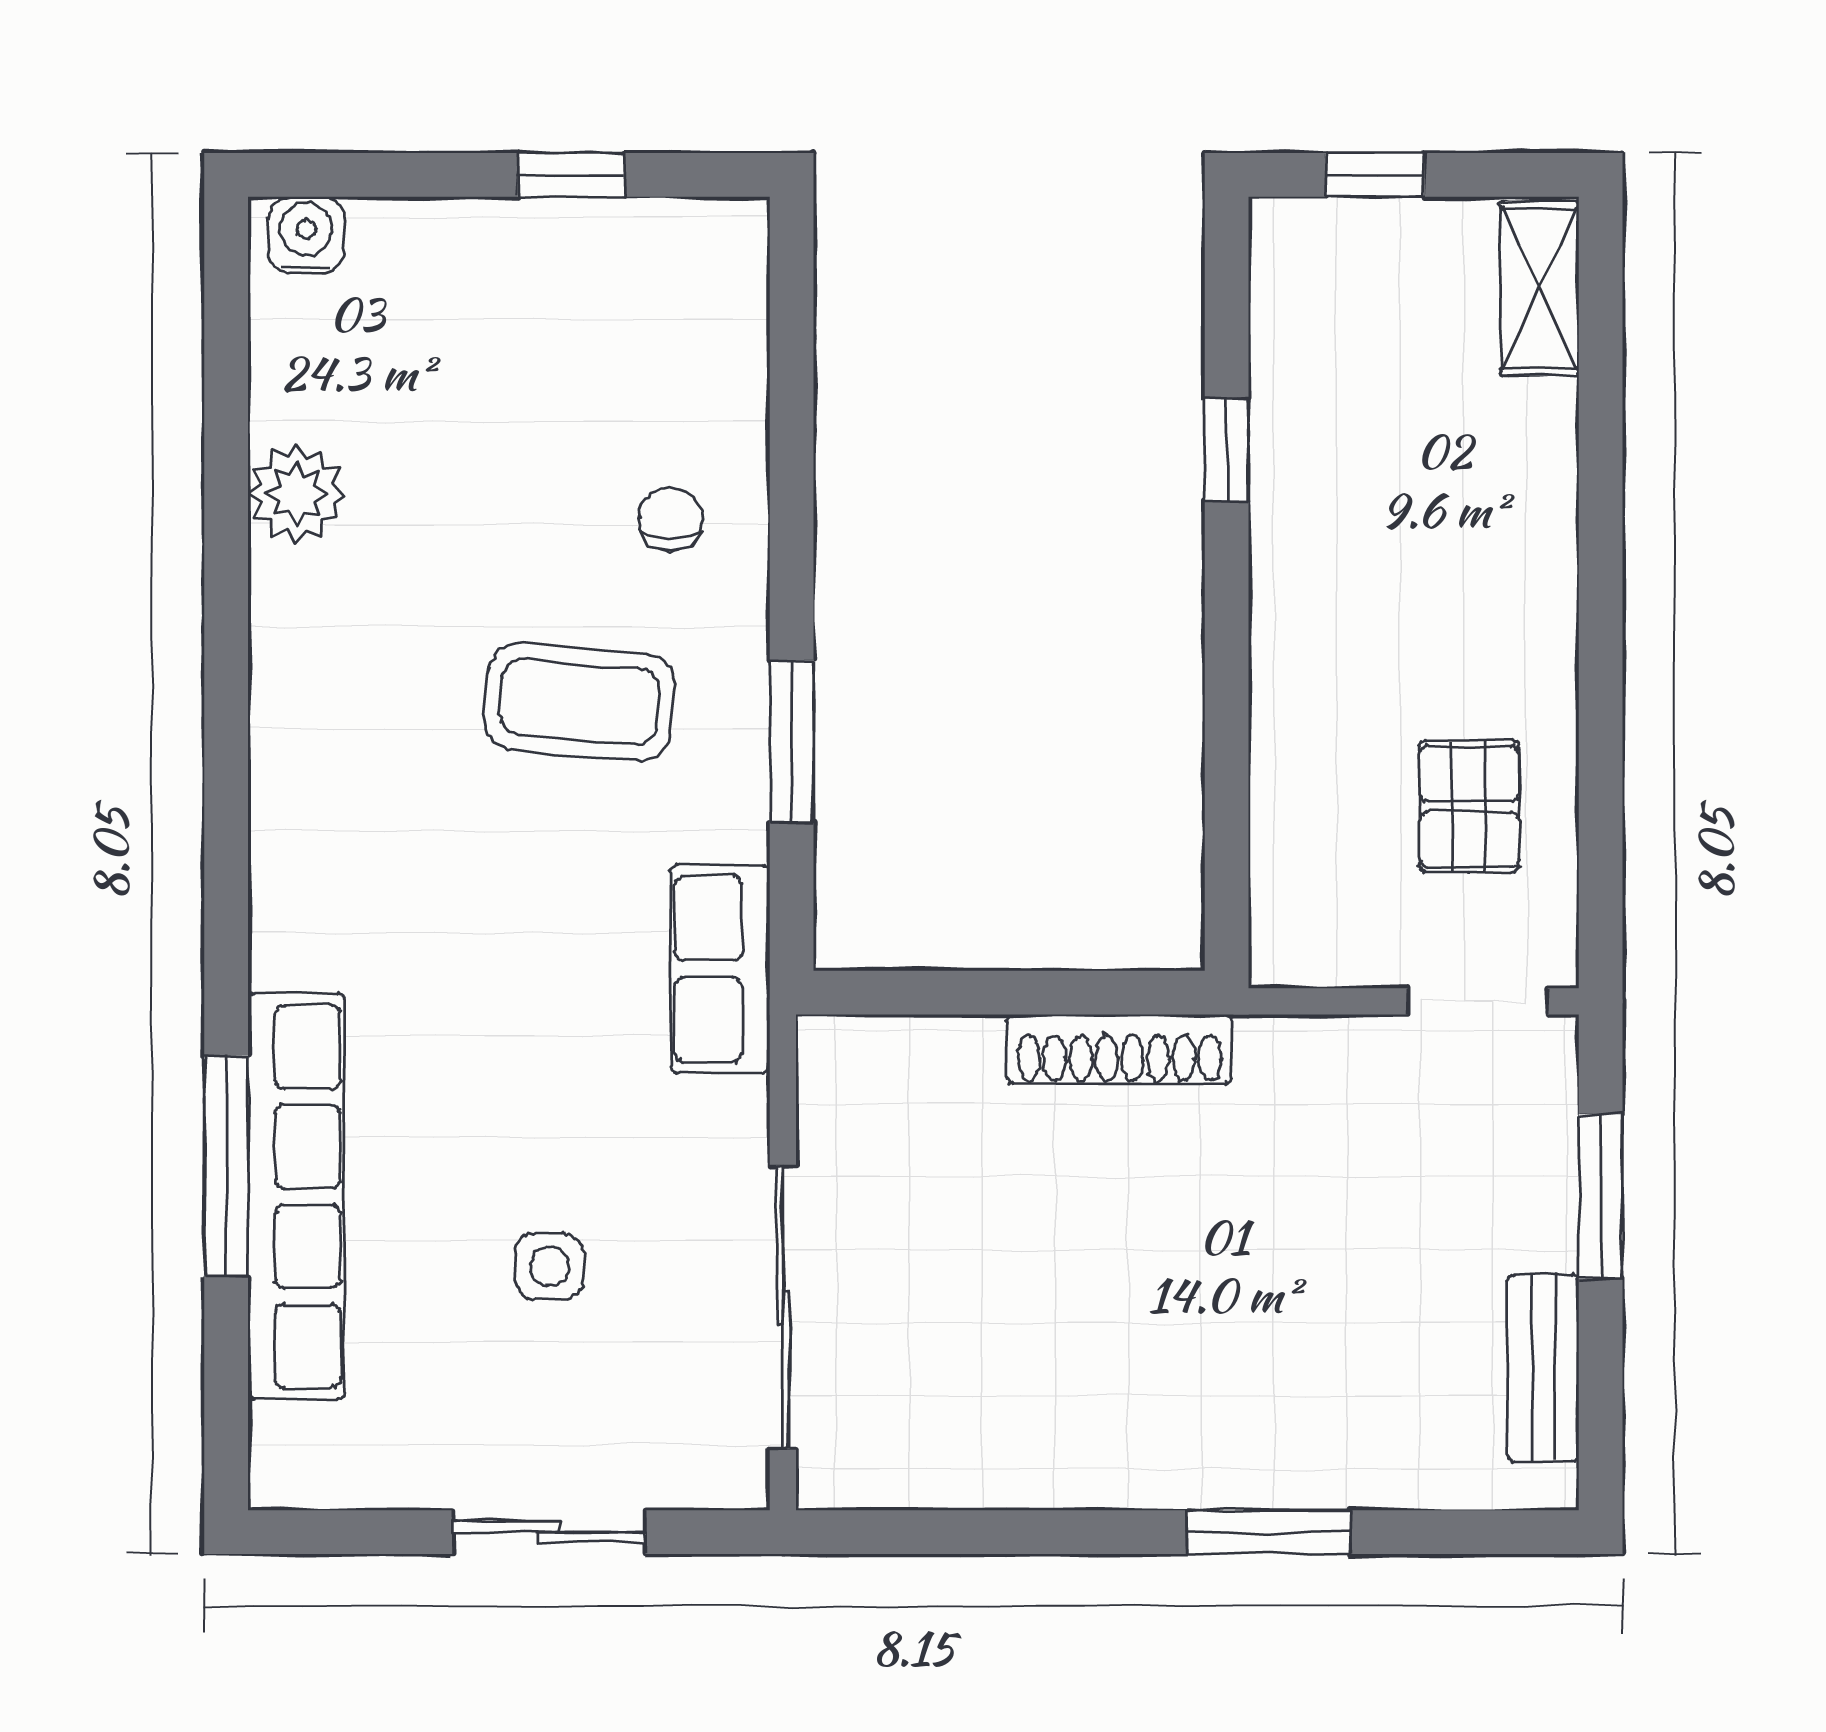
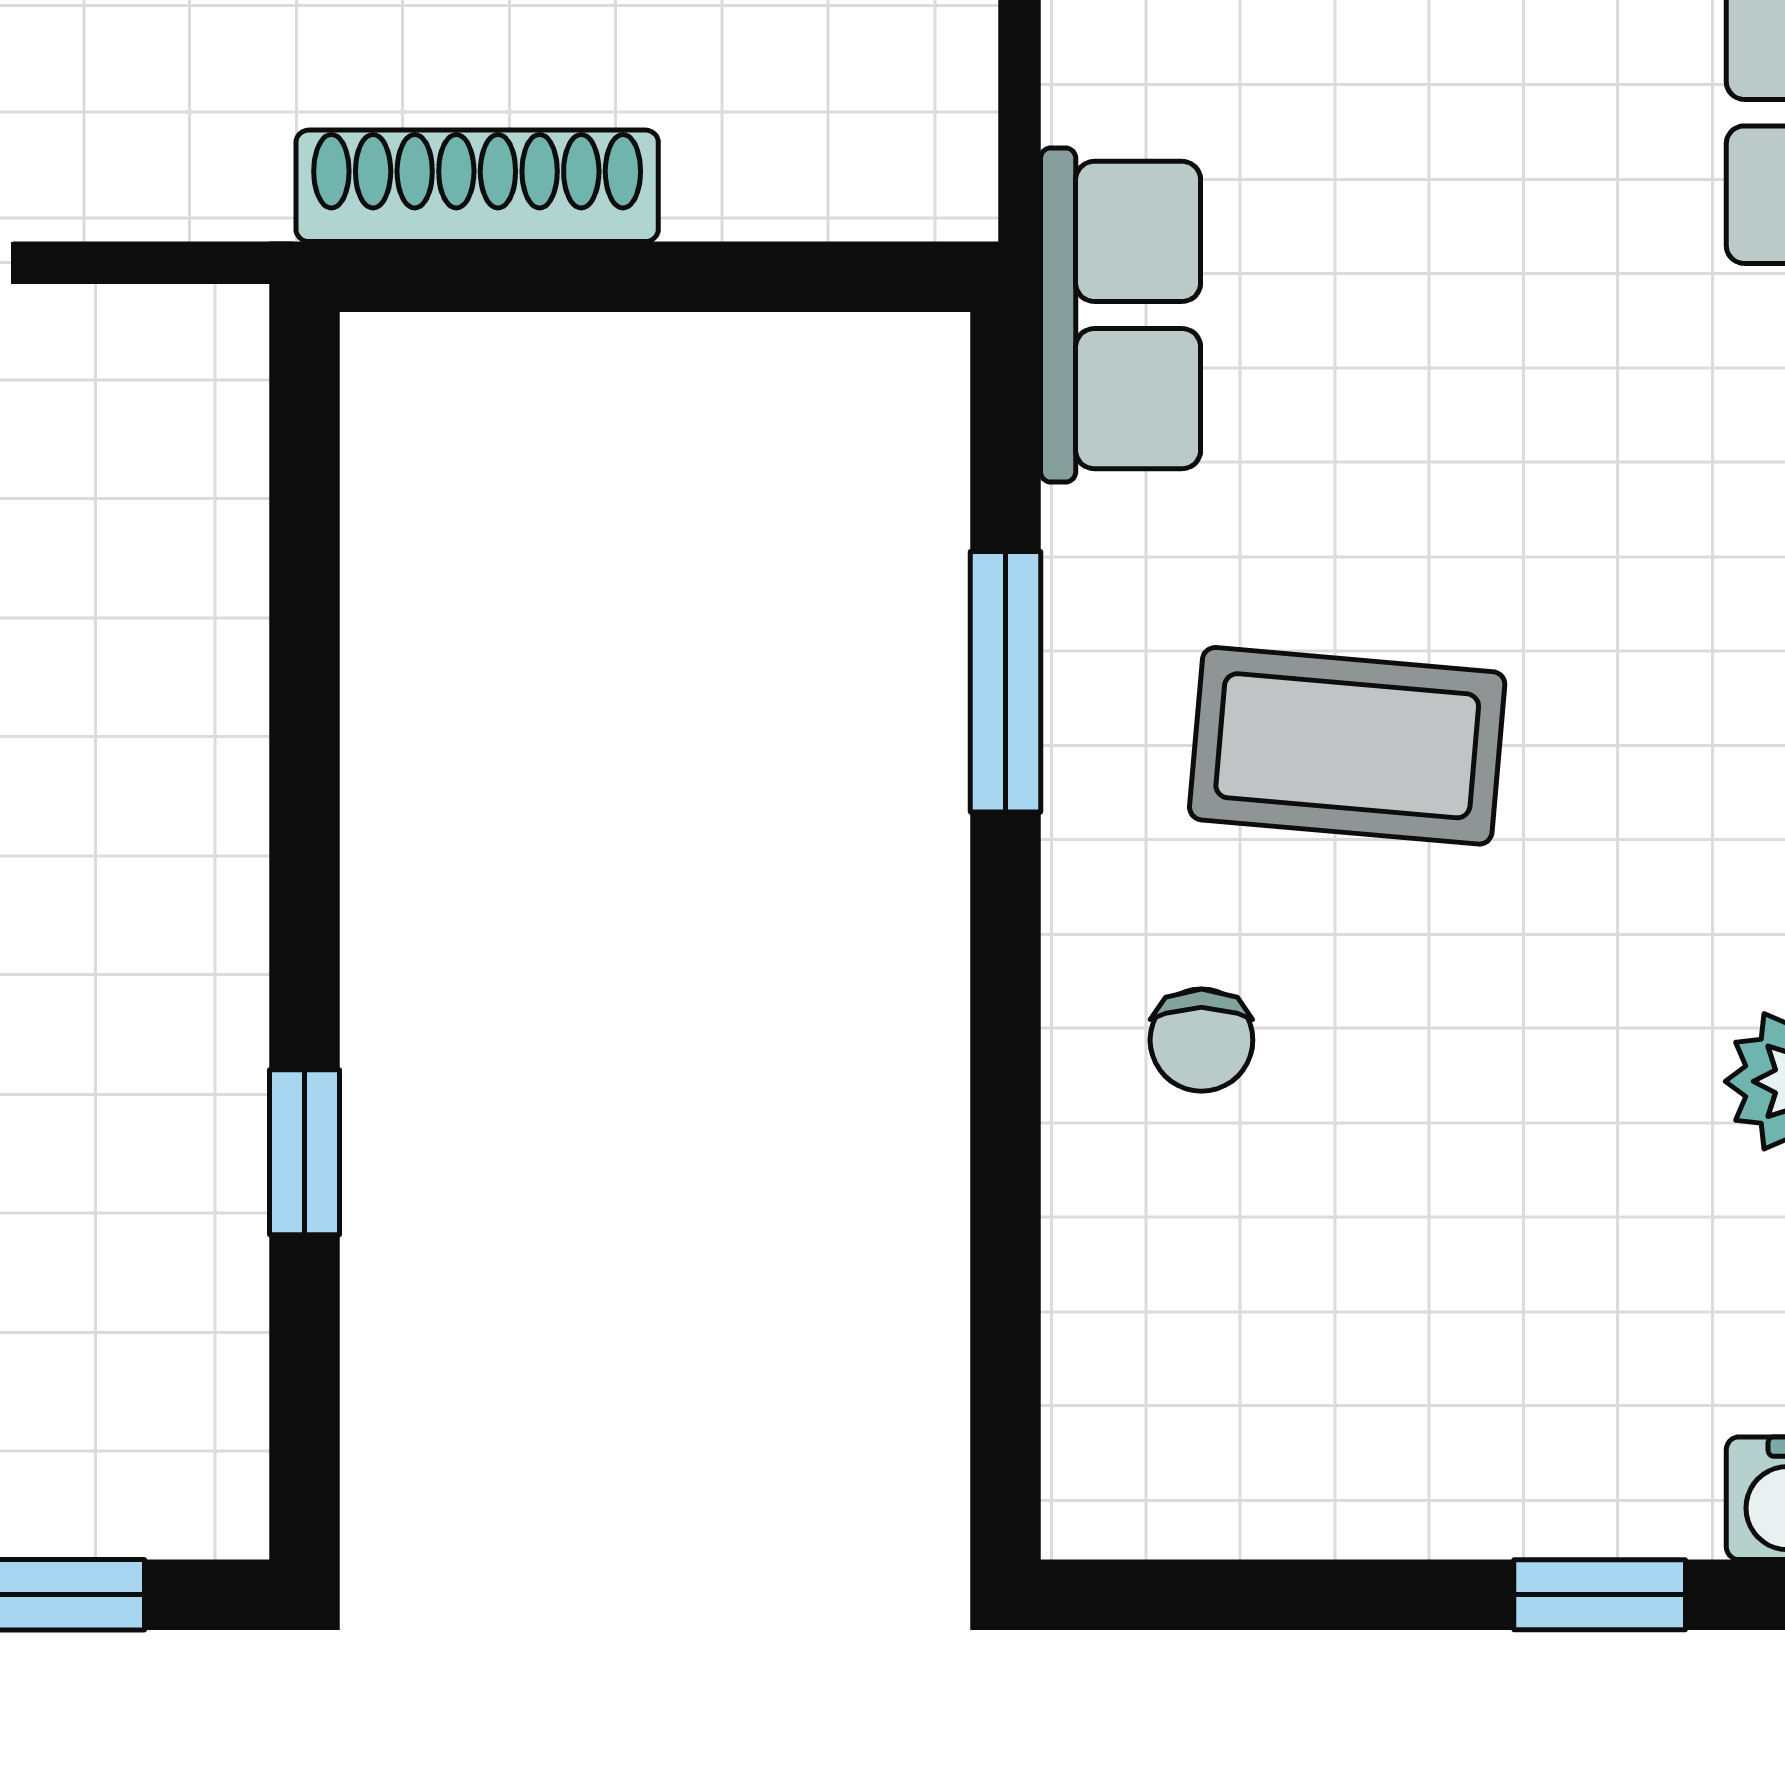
window: (571, 175) -> (1600, 1595), moved

